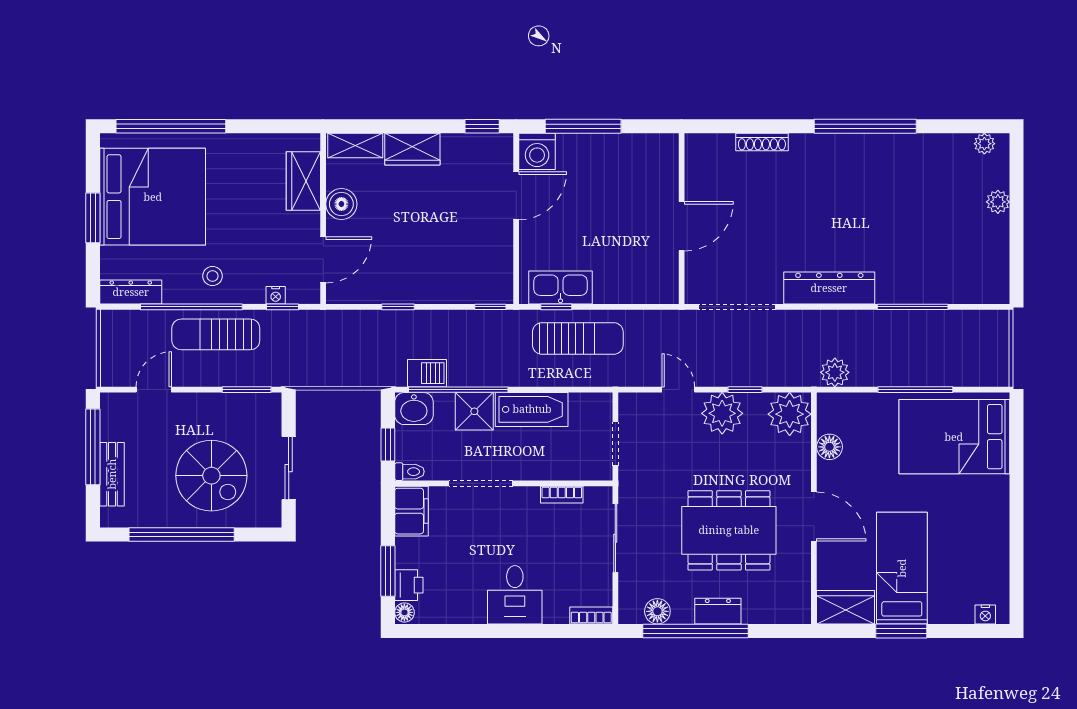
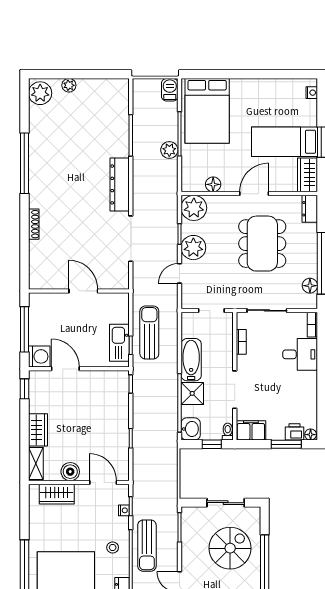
plant: (984, 144) -> (40, 93), width x1.88, depth x1.88
wall: (682, 219) -> (79, 291), moved
door: (682, 226) -> (83, 291), moved
plant: (835, 372) -> (169, 150), moved
barbecue: (427, 373) -> (170, 90), moved
desk: (515, 595) -> (300, 354), moved
dresser: (718, 611) -> (310, 209), moved

